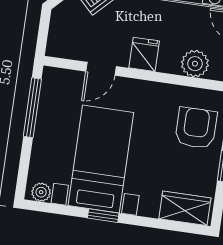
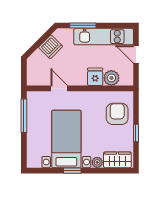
fridge: (144, 54) -> (95, 77), moved
door: (101, 69) -> (59, 88), swing flipped
plant: (41, 192) -> (97, 162), moved

